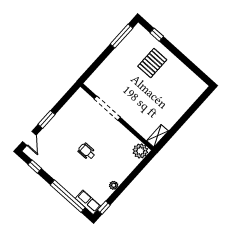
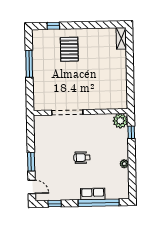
window: (121, 36) -> (29, 64), moved
shelving: (158, 136) -> (121, 38), moved
row of seats: (88, 202) -> (93, 194), moved
window: (104, 208) -> (131, 132), moved

